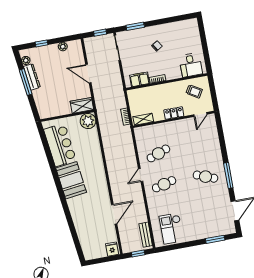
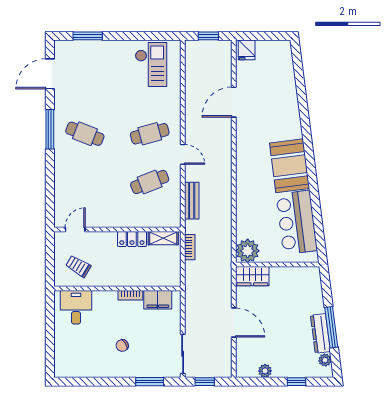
locker: (174, 113) -> (132, 239), moved
door: (141, 175) -> (183, 154), hinge flipped
bench: (146, 235) -> (192, 201), moved

